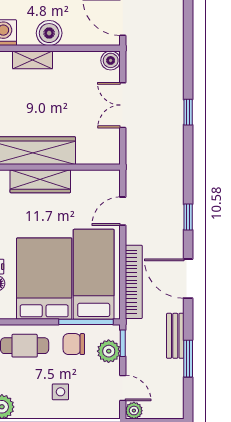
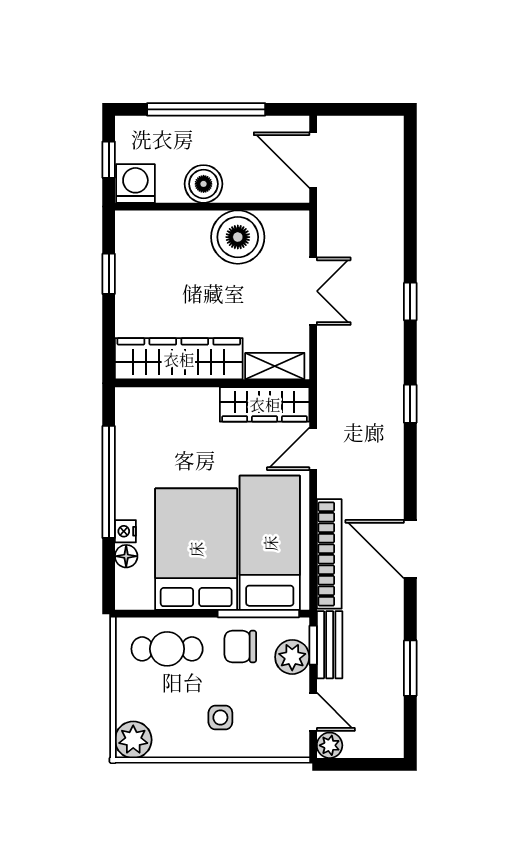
shelving: (33, 60) -> (275, 366), moved
boiler: (111, 60) -> (238, 237), moved, width x1.86, depth x1.86
double door: (123, 105) -> (313, 291), swing flipped
wardrobe: (40, 181) -> (265, 404), moved
window: (188, 217) -> (410, 404), moved
bench: (175, 336) -> (330, 645), moved

